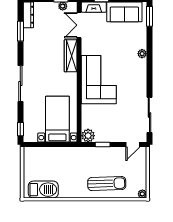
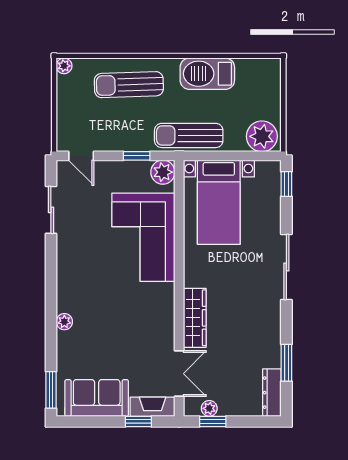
corner sofa: (99, 80) -> (143, 237), moved
sliding door: (149, 115) -> (51, 210), width x0.73
door: (133, 145) -> (81, 156), swing flipped
plant: (34, 155) -> (262, 136), added
sun lounger: (74, 156) -> (189, 135), added
barbecue: (43, 190) -> (207, 74), moved

